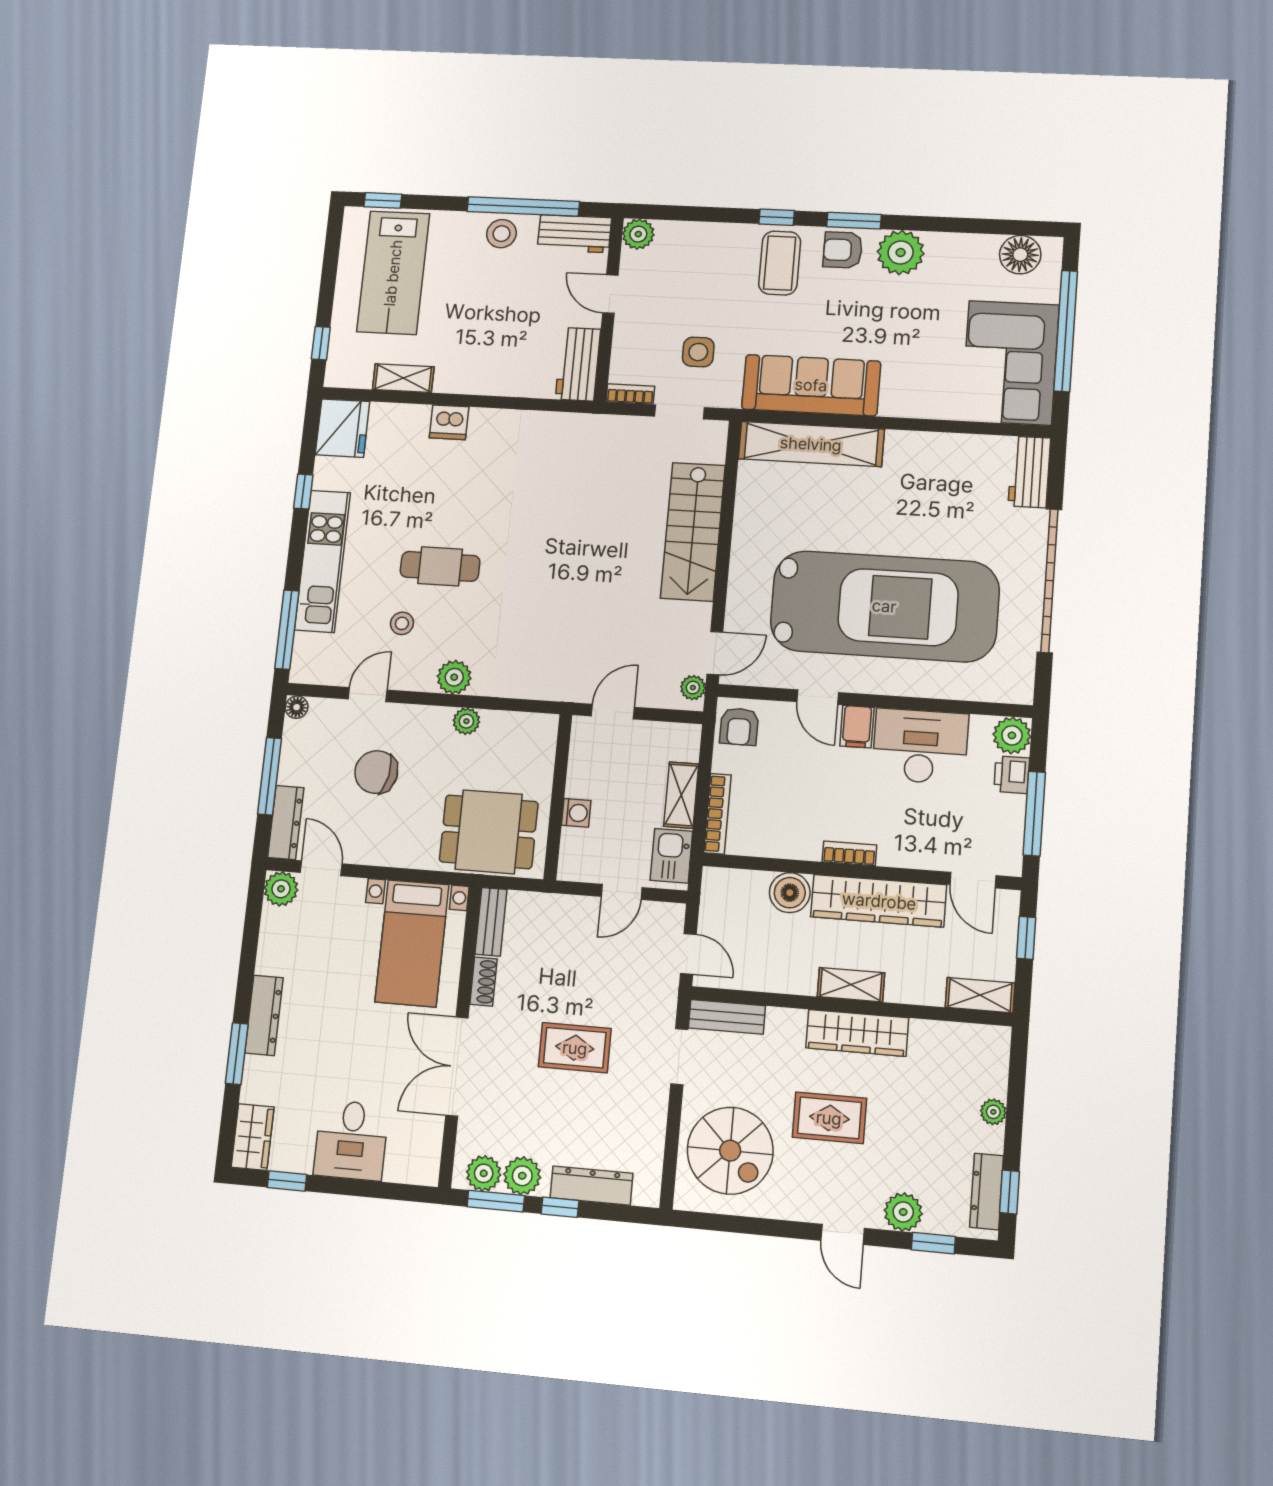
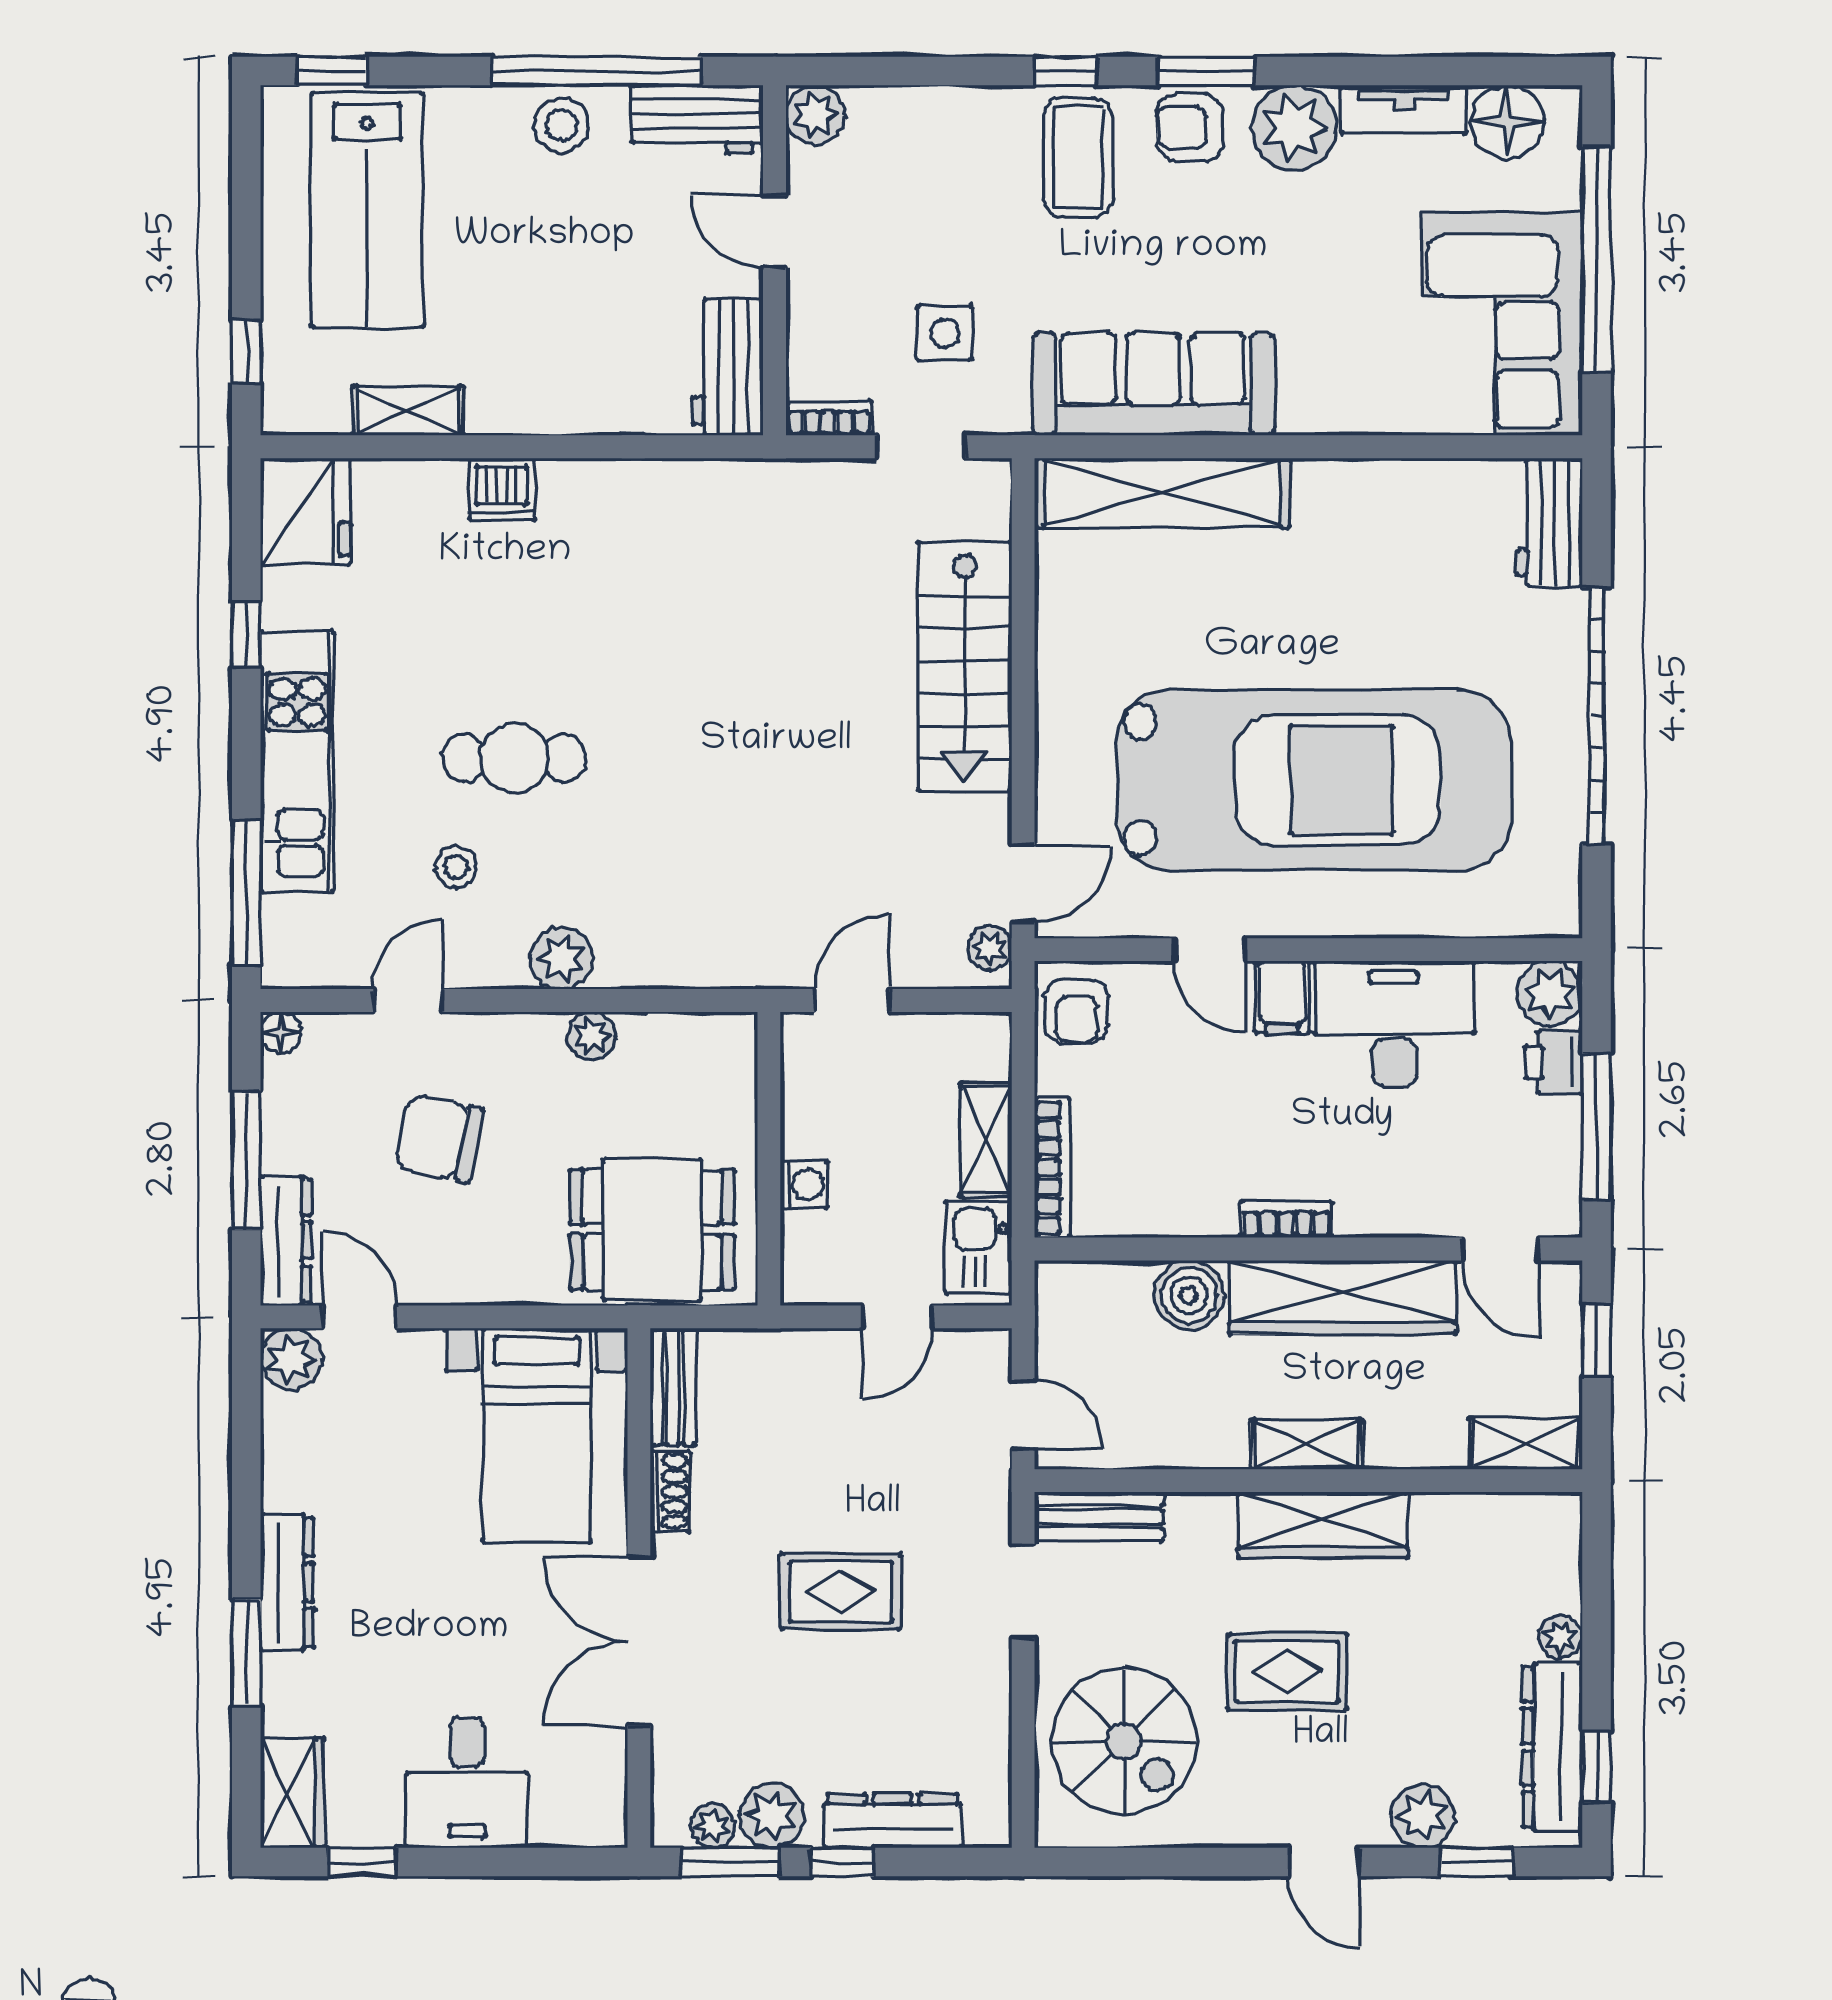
tv unit: (962, 245) -> (1404, 109), added
plant: (484, 1173) -> (713, 1826), width x0.73, depth x0.73
dresser: (987, 1191) -> (1553, 1747), width x1.37, depth x1.24

